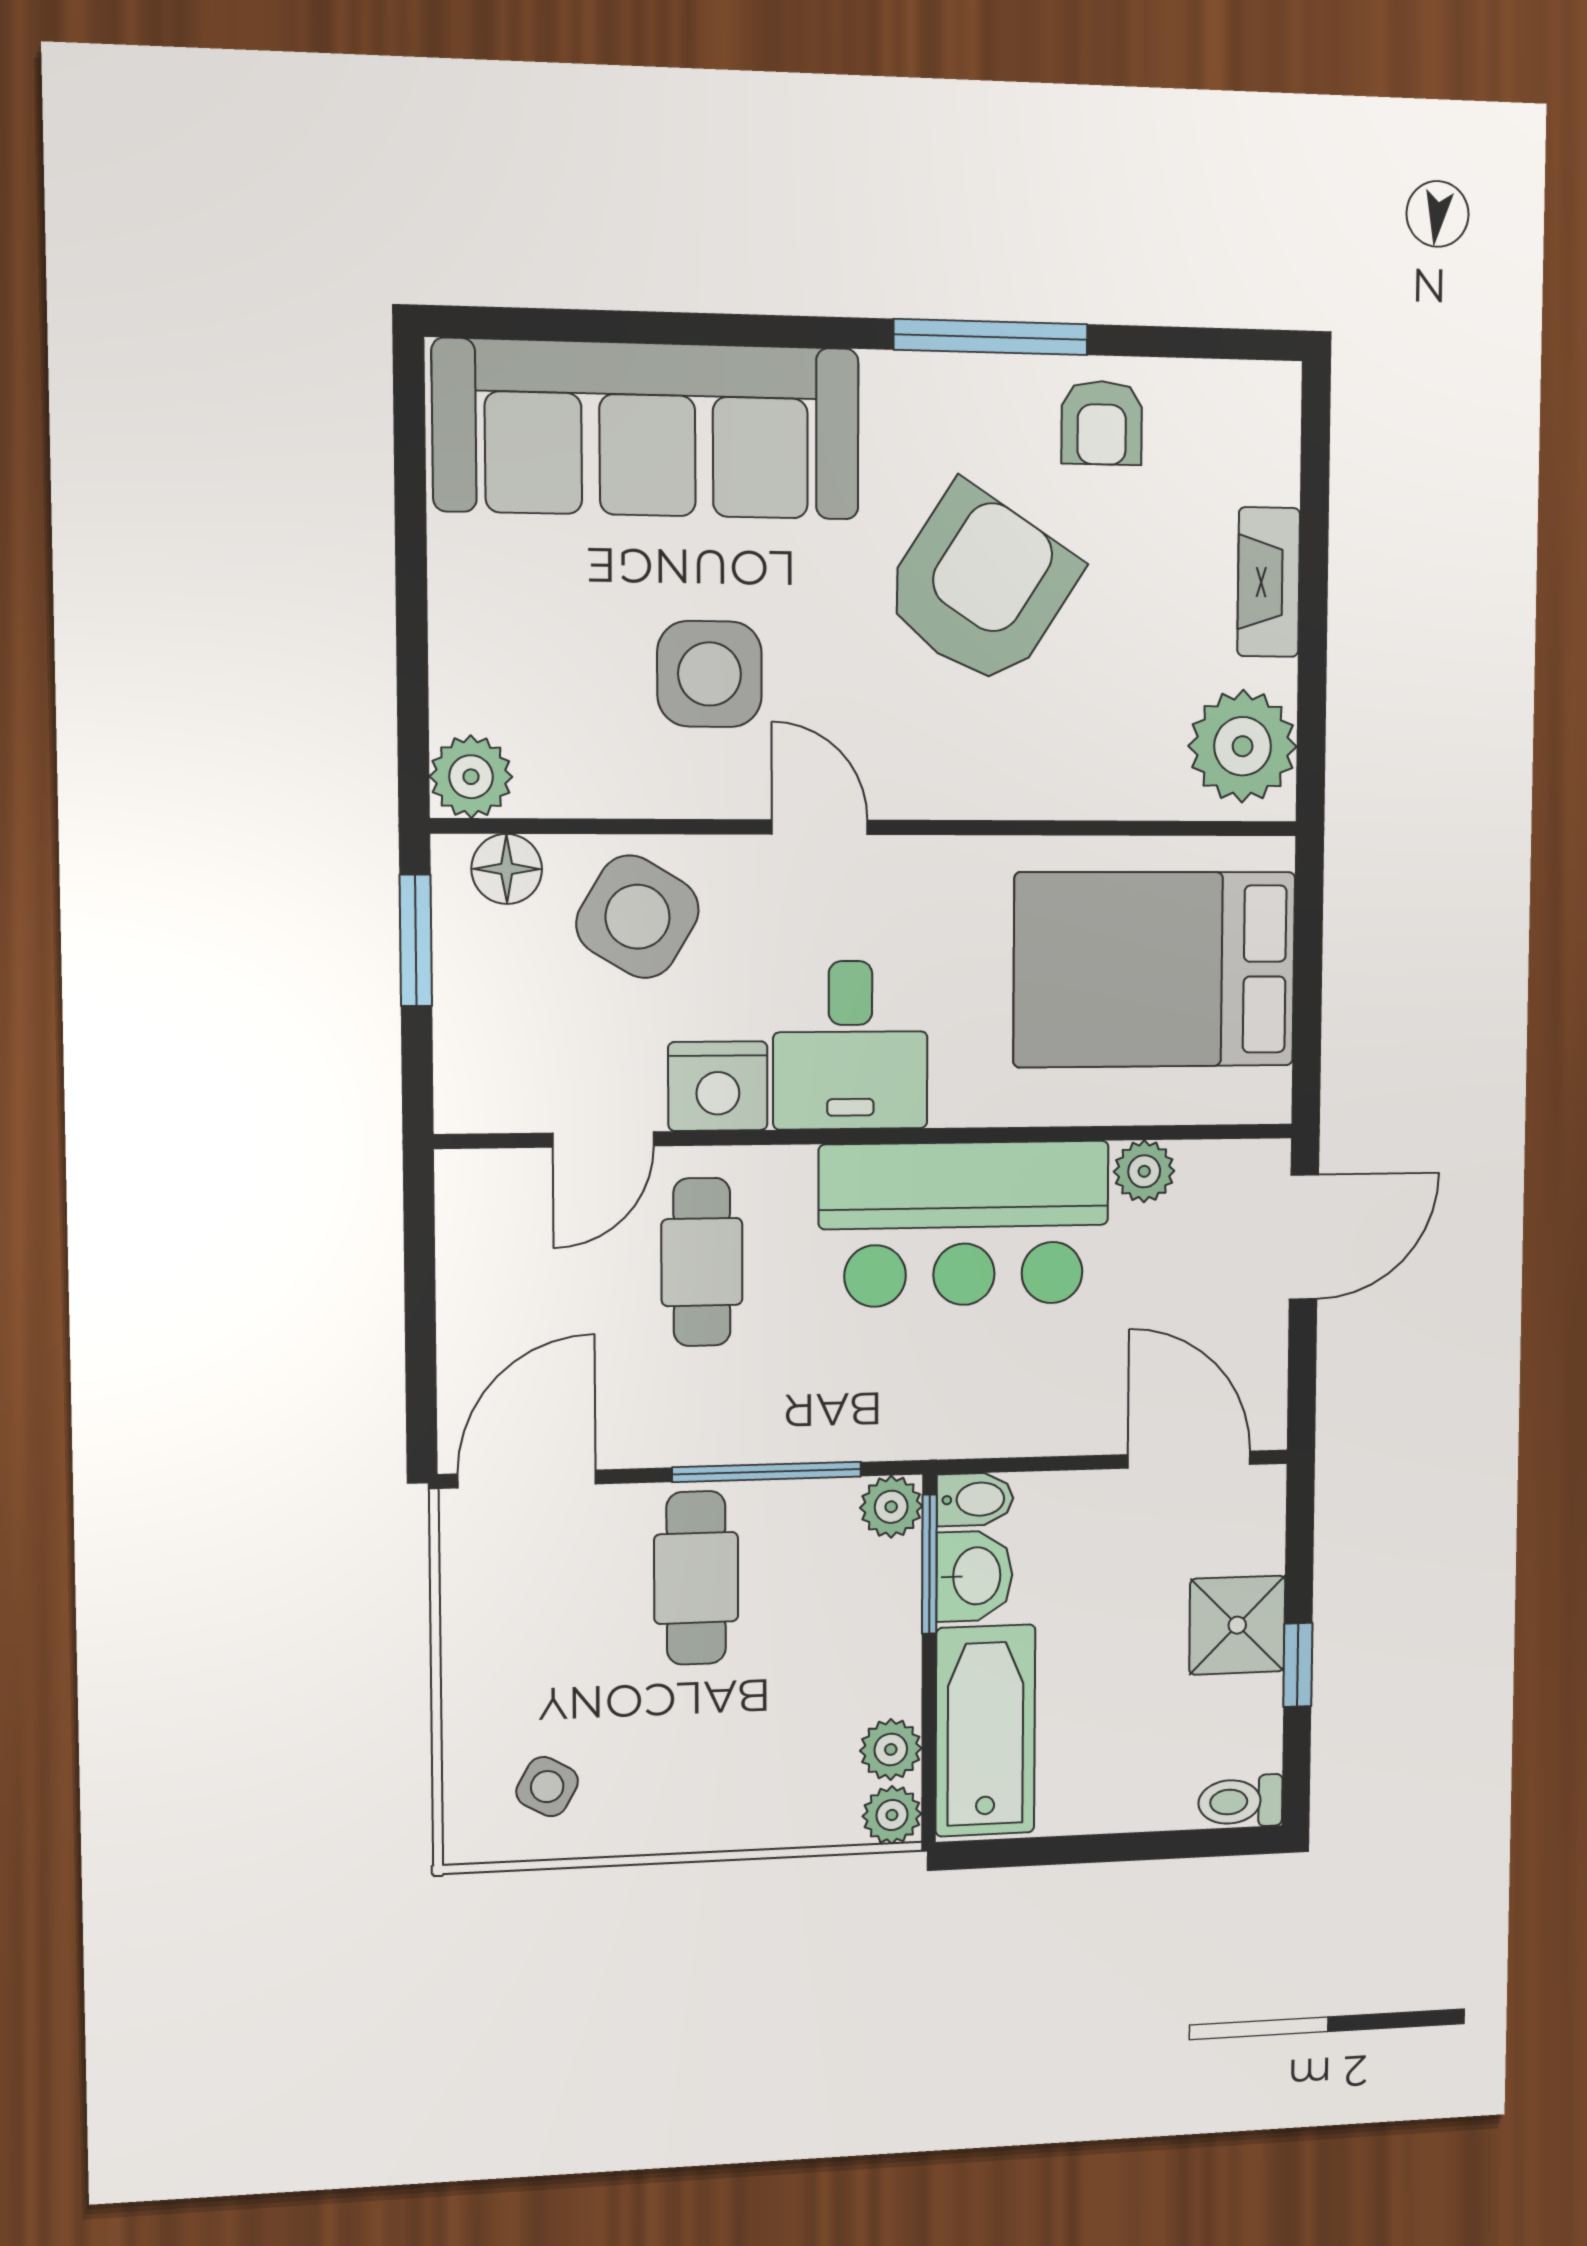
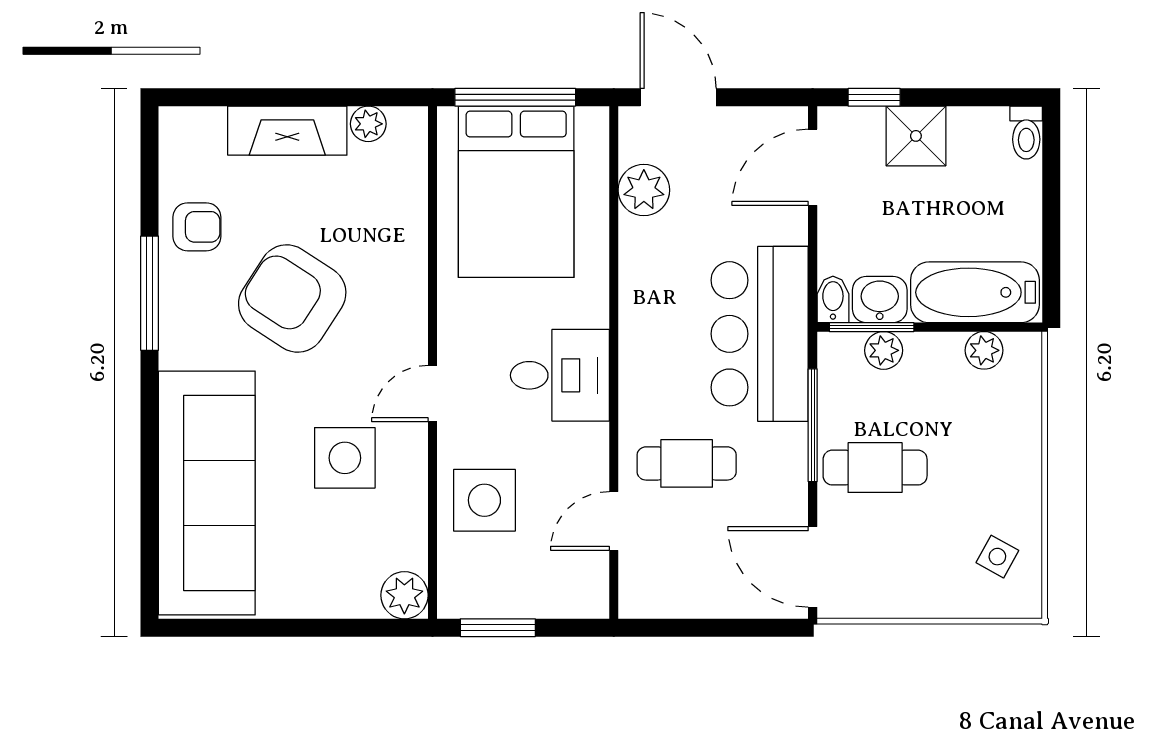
fireplace: (1269, 582) -> (287, 131), width x1.37, depth x1.32
plant: (1243, 746) -> (368, 124), width x0.53, depth x0.53
floor lamp: (507, 869) -> (457, 575), removed
side table: (637, 917) -> (484, 500), turned -31
window: (1308, 967) -> (515, 97), added
nightstand: (718, 1086) -> (583, 454), removed
door: (603, 1140) -> (614, 521), swing flipped
plant: (1144, 1171) -> (644, 190), width x1.38, depth x1.38
bar counter: (964, 1224) -> (760, 334), moved, turned 180
plant: (891, 1507) -> (884, 350), moved
window: (1298, 1665) -> (874, 97), moved
plant: (892, 1815) -> (1024, 350), removed

